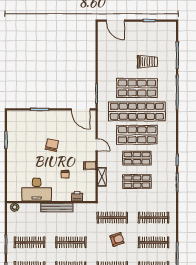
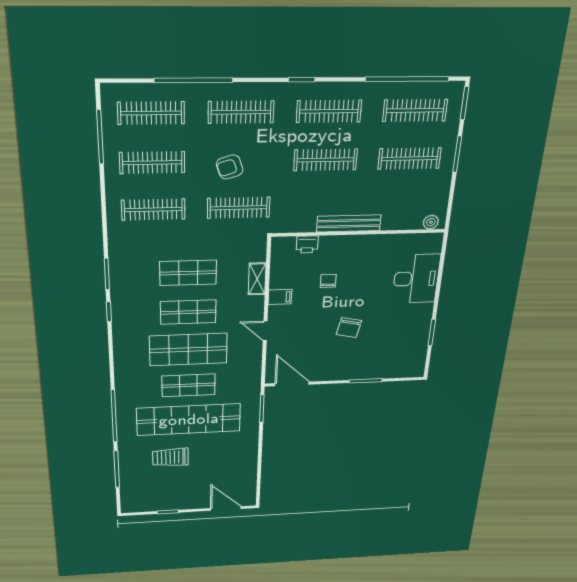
shop shelf: (137, 88) -> (189, 420), width x1.40
shop shelf: (137, 111) -> (188, 385), width x0.50, depth x0.74
desk: (37, 190) -> (416, 279), moved, turned 90

